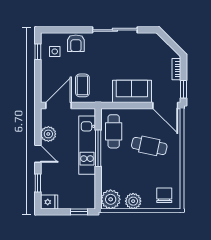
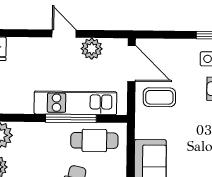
door: (38, 154) -> (64, 34), swing flipped
window: (38, 183) -> (23, 33), removed

